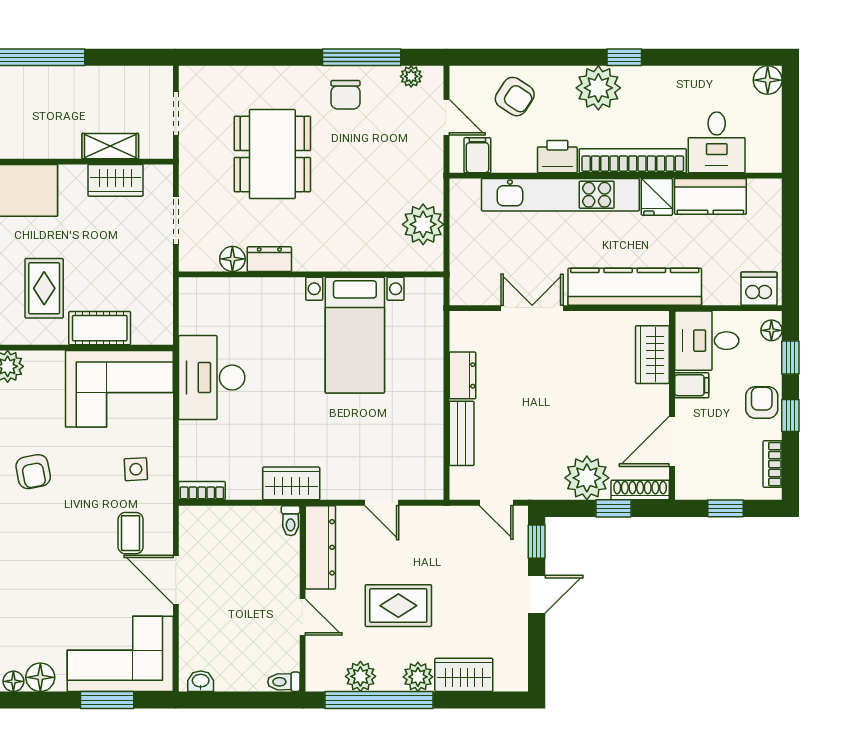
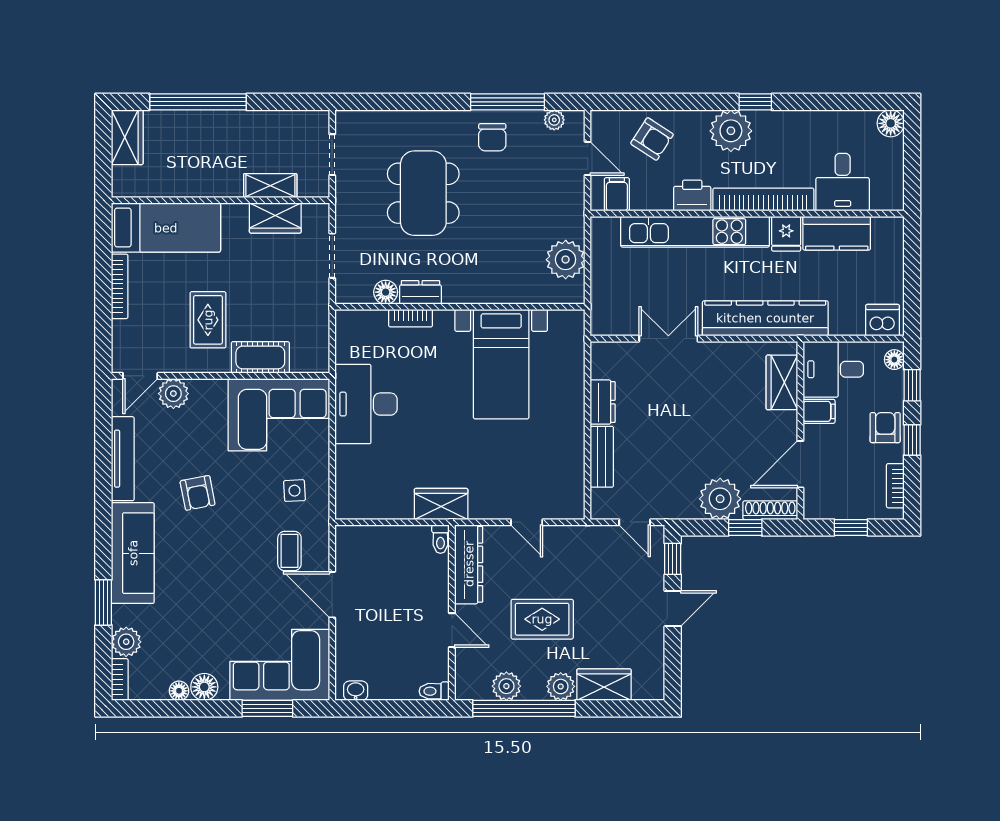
bookcase: (202, 491) -> (411, 318), moved, turned 180

